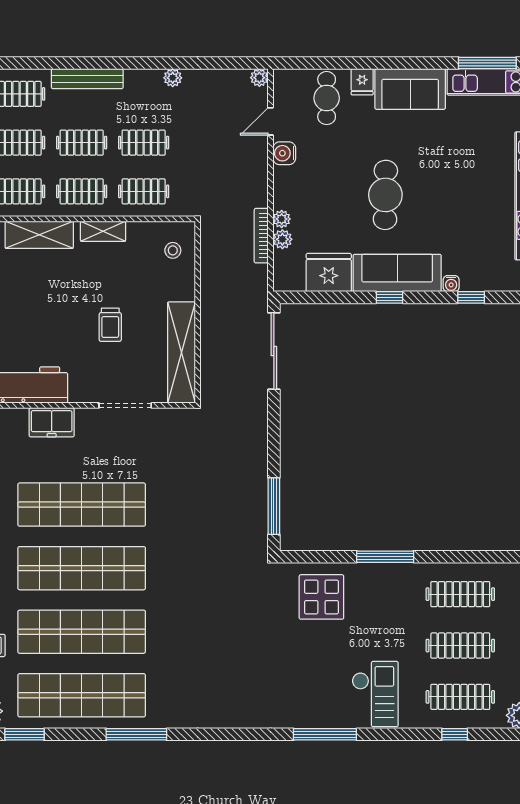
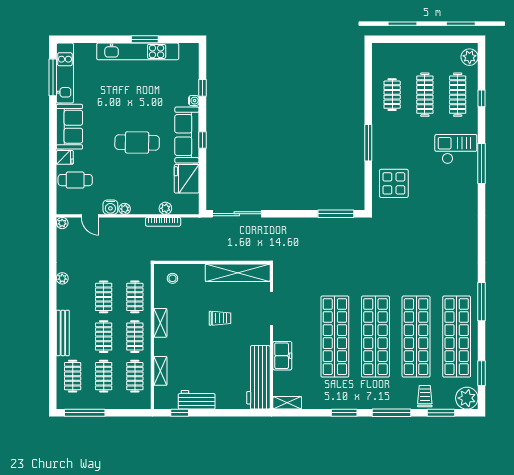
plant: (282, 219) -> (125, 209), moved
shelving: (39, 235) -> (160, 371), width x0.67, depth x0.75
clothes rail: (460, 594) -> (392, 95), width x0.73
window: (325, 734) -> (482, 164), moved

